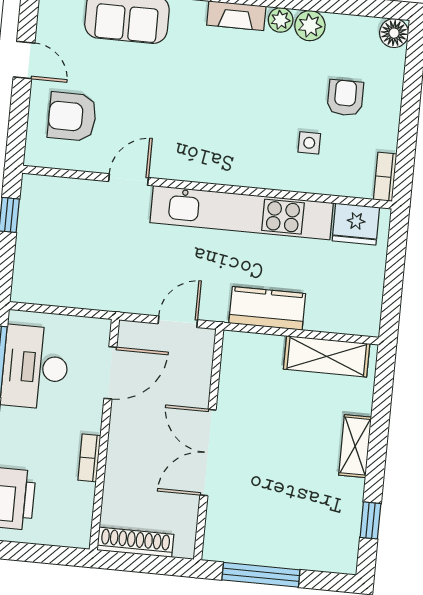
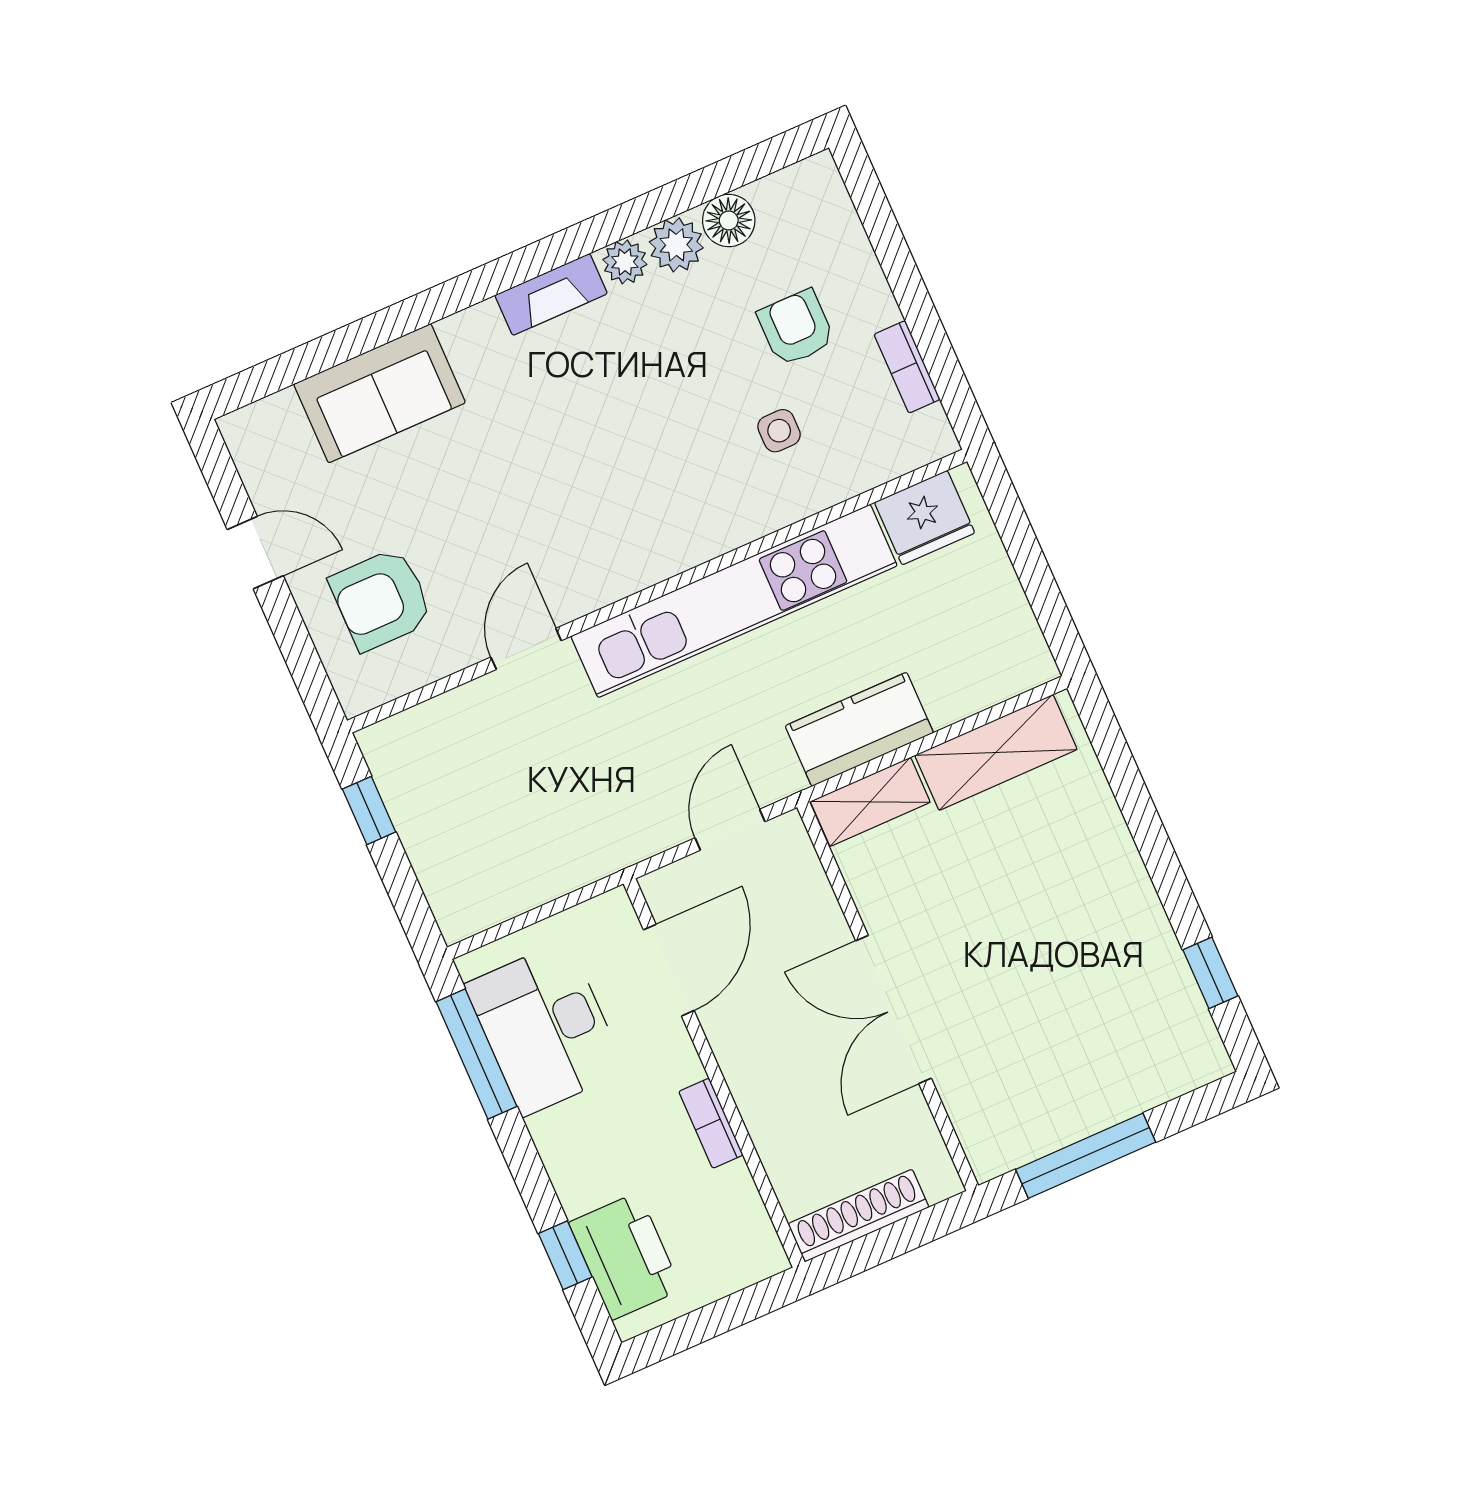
floor lamp: (394, 33) -> (729, 220), moved
bookcase: (385, 177) -> (907, 367), moved
shelving: (355, 446) -> (870, 802), moved, turned 90

